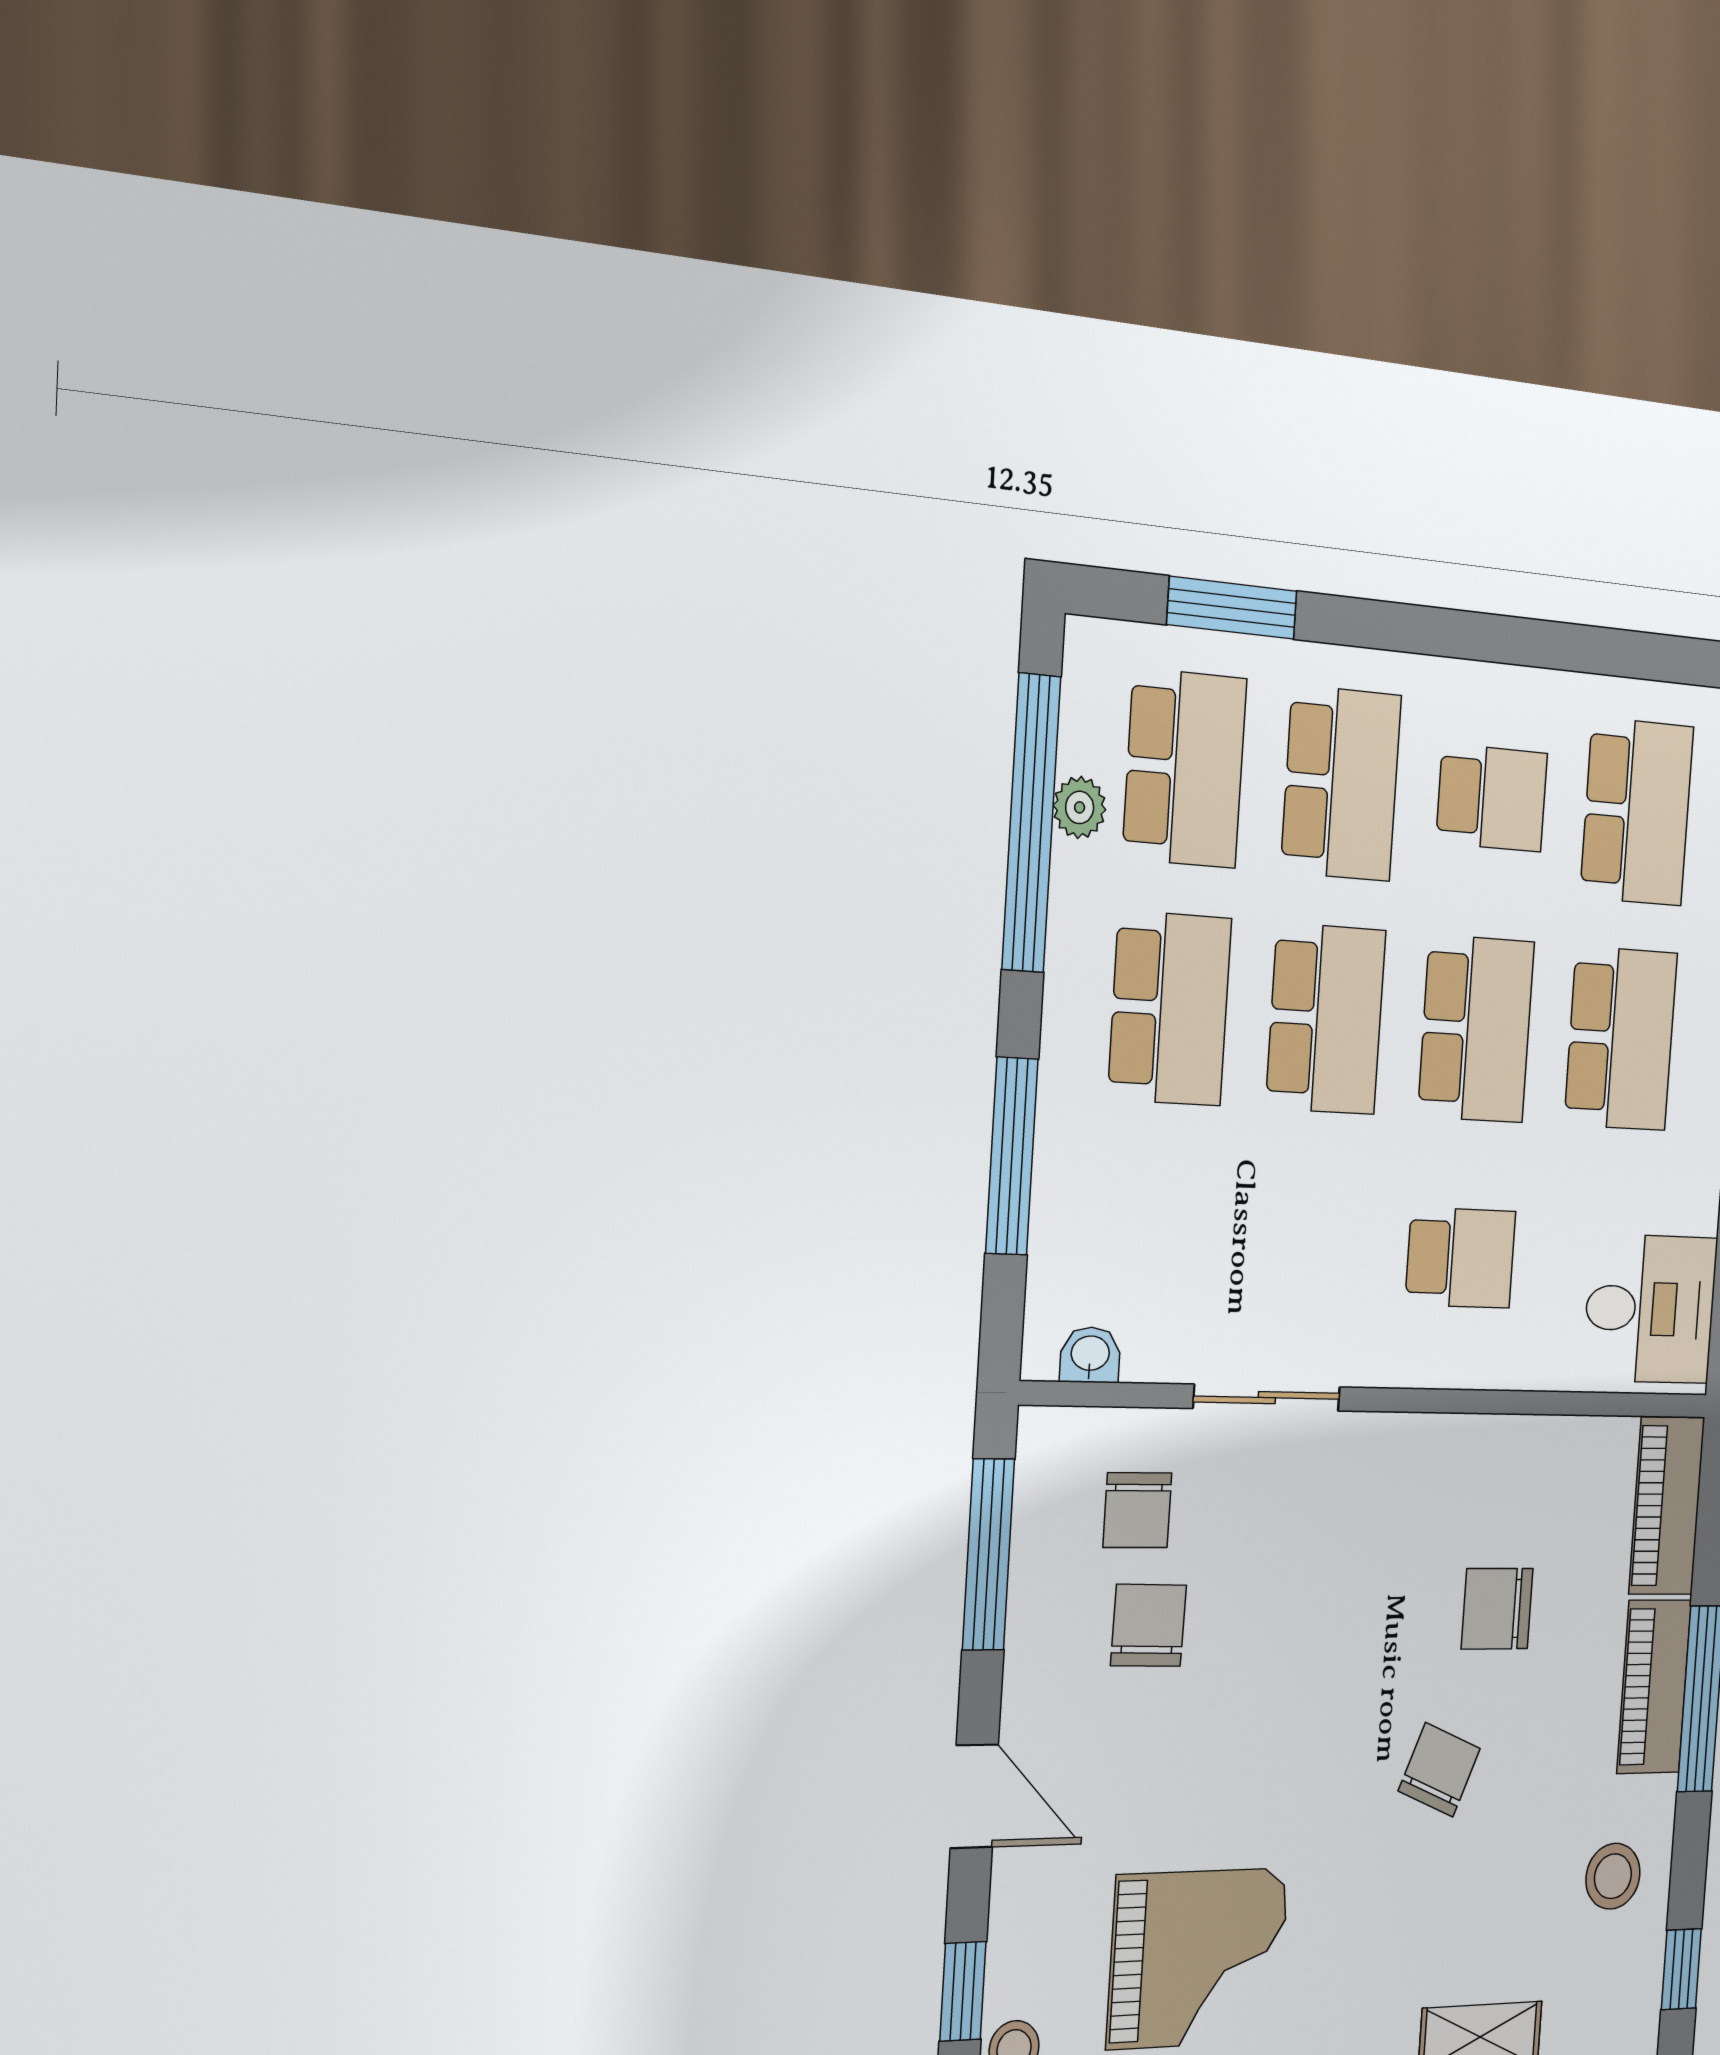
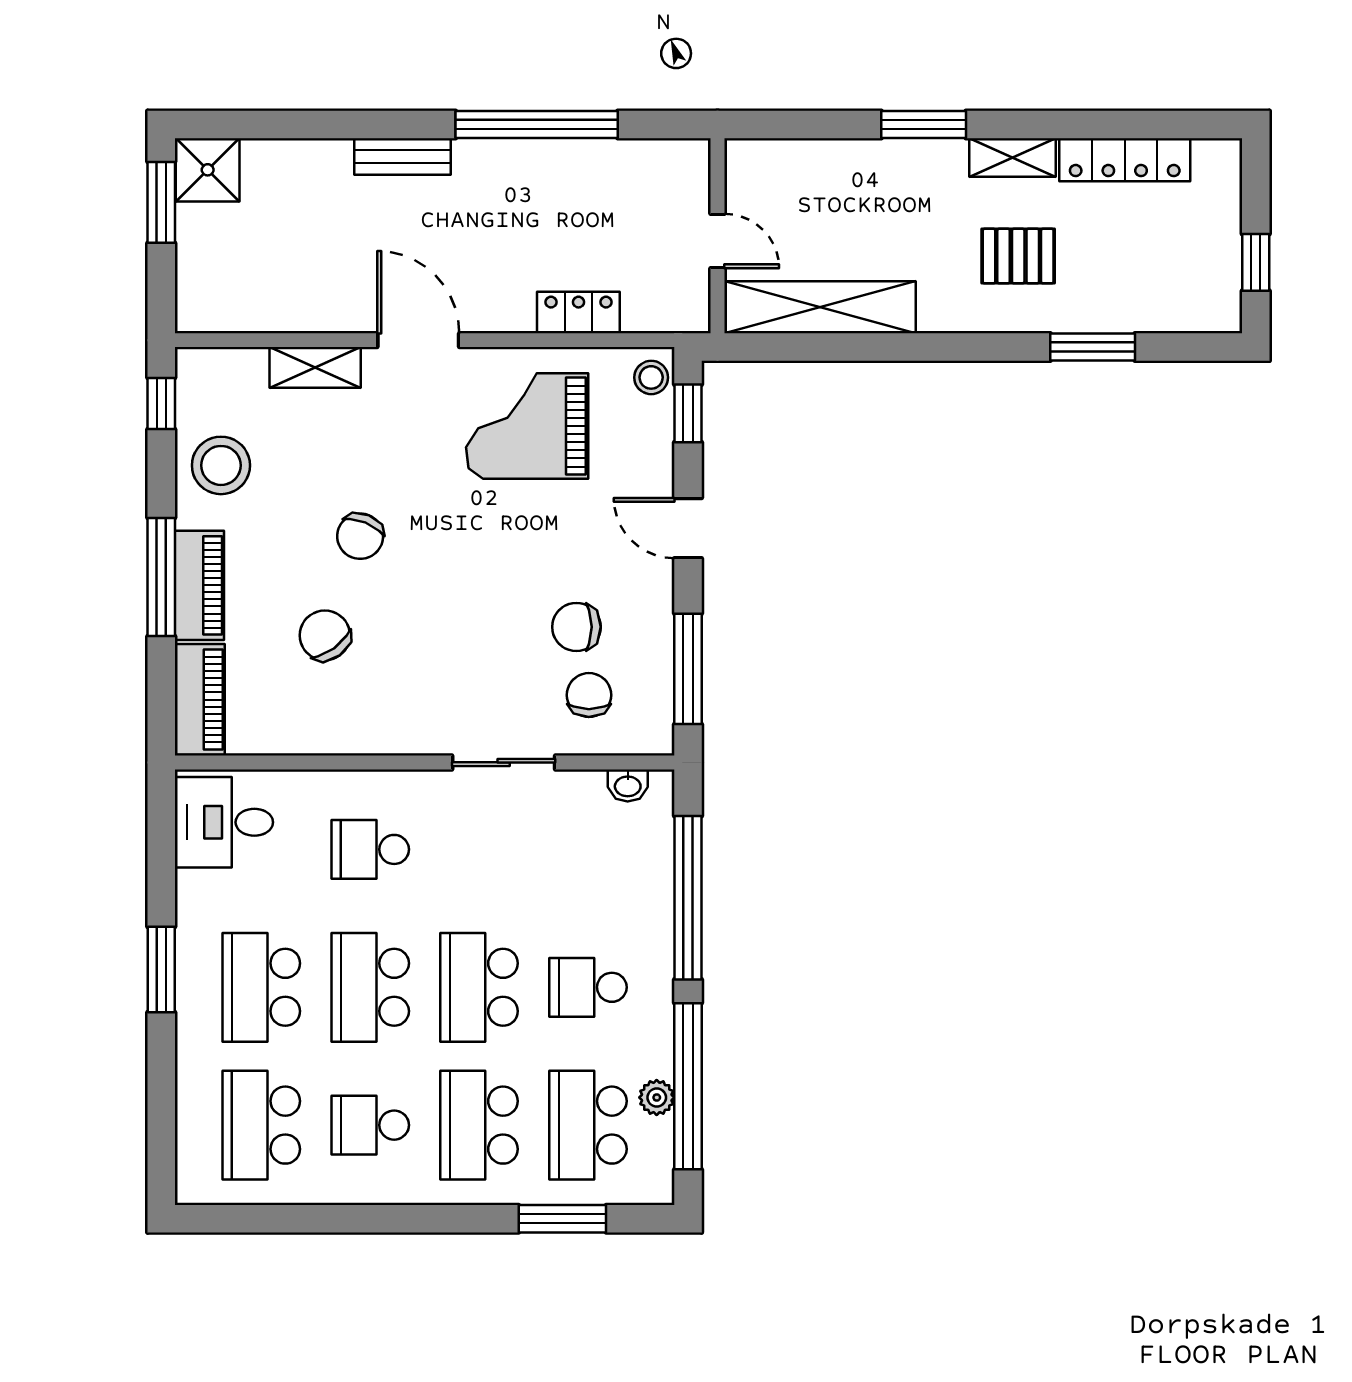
school desk: (1170, 1009) -> (588, 987), width x0.54
window: (1012, 1156) -> (688, 898), width x1.46
chair: (1497, 1609) -> (325, 635), turned -126
chair: (1148, 1625) -> (576, 627), turned 89
stool: (1613, 1876) -> (221, 465), width x1.38, depth x1.38

